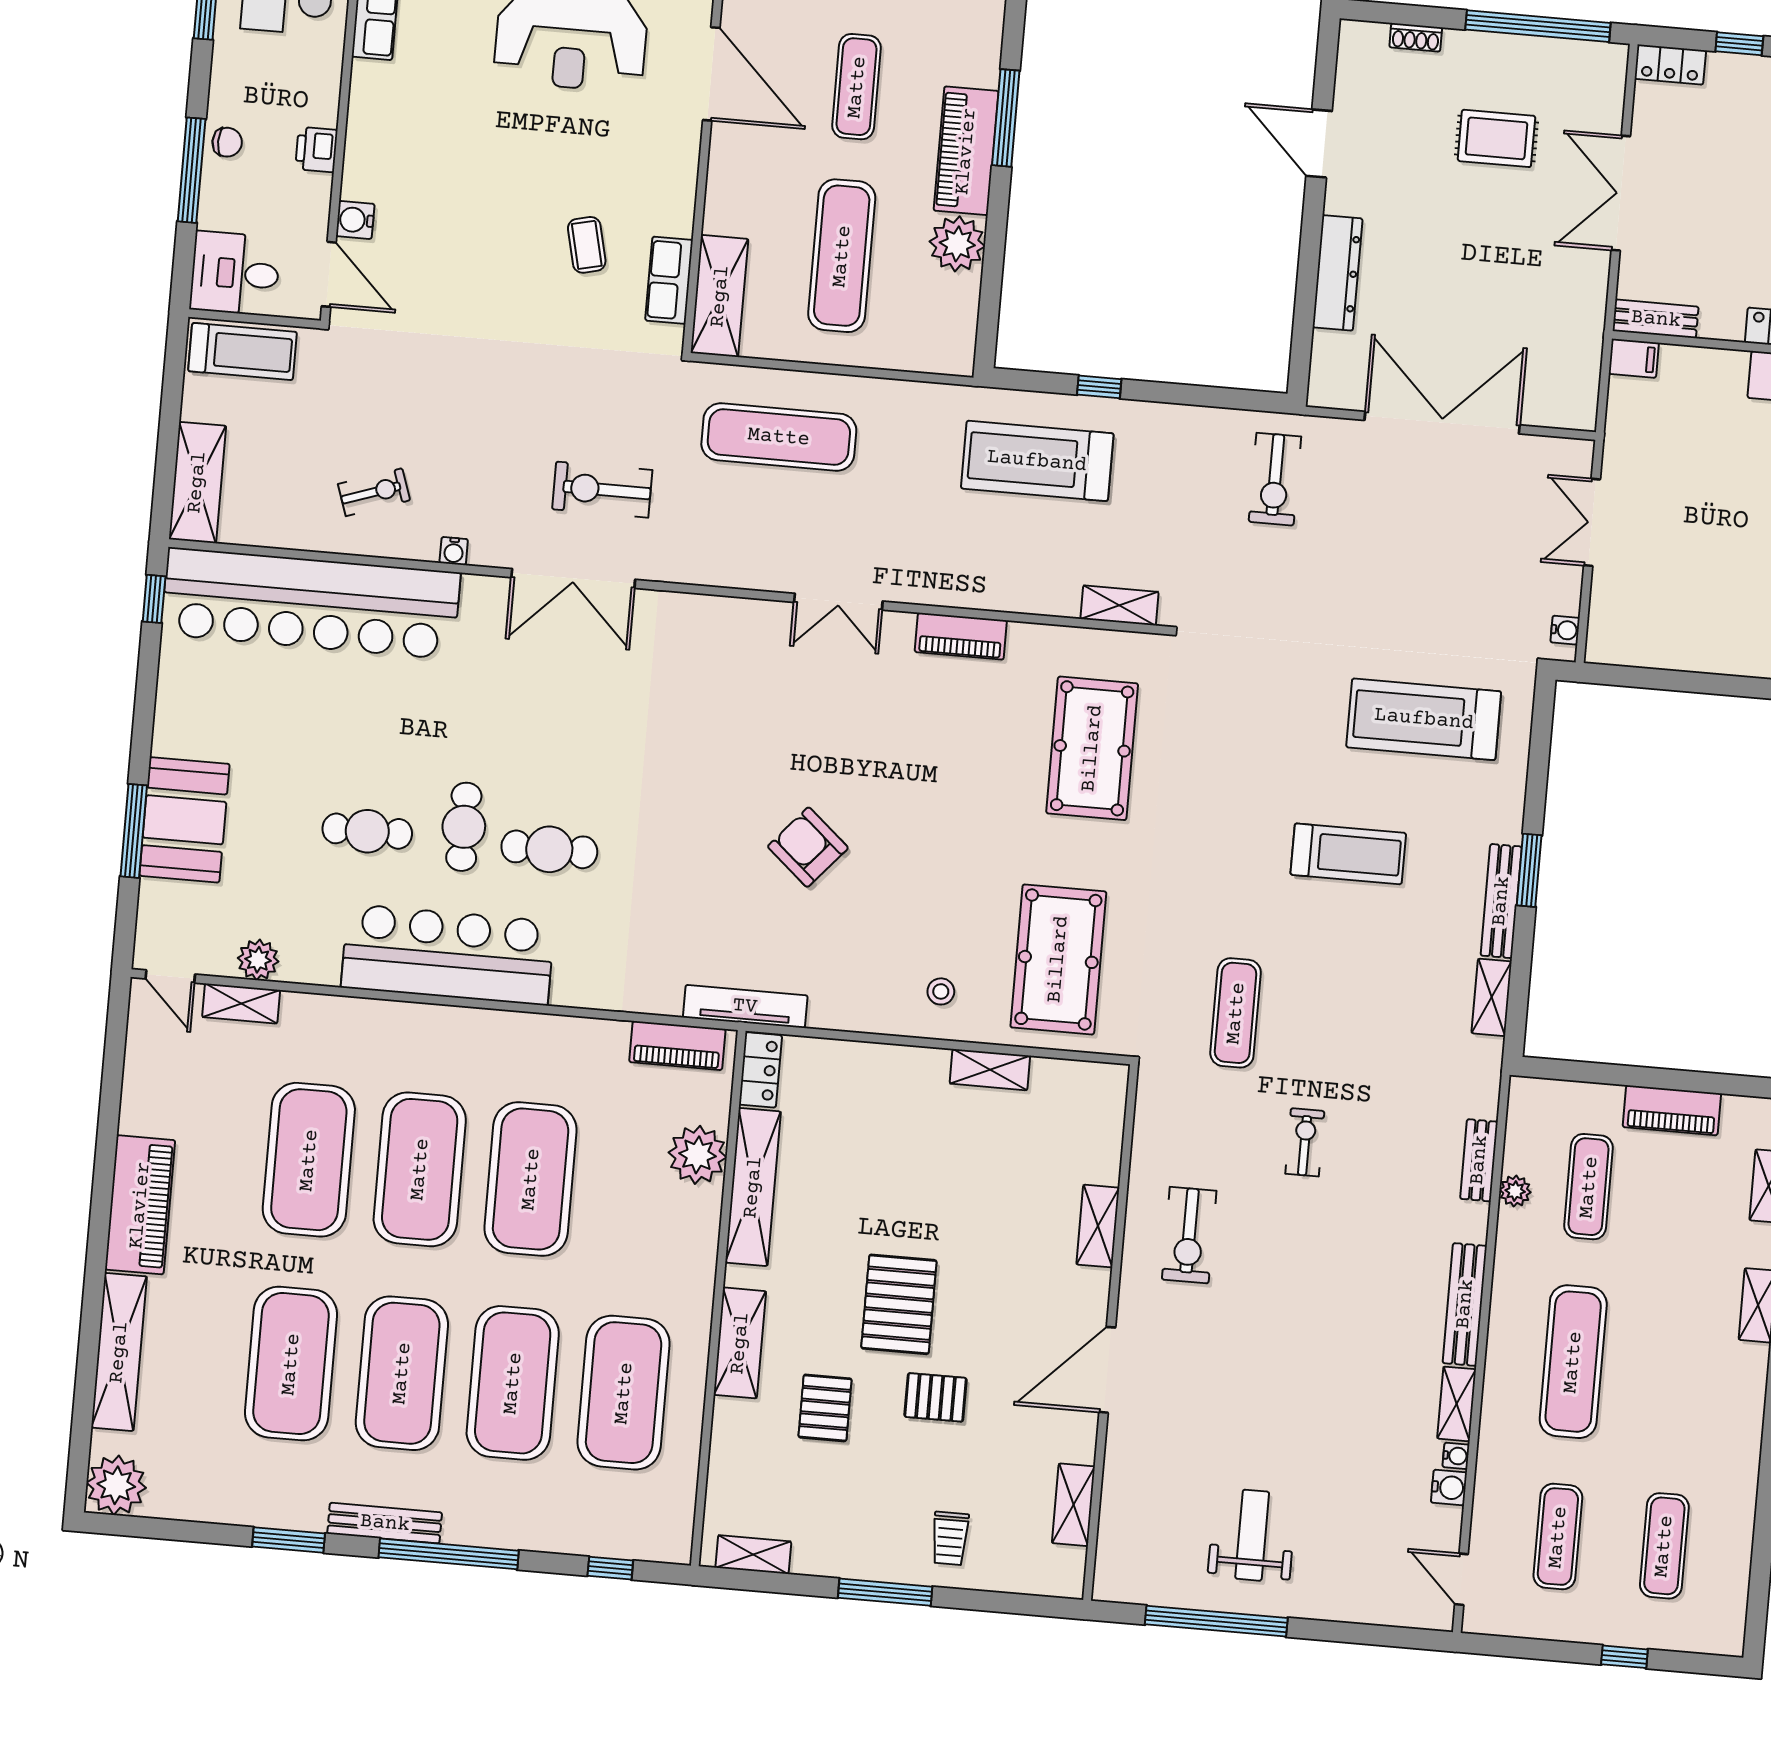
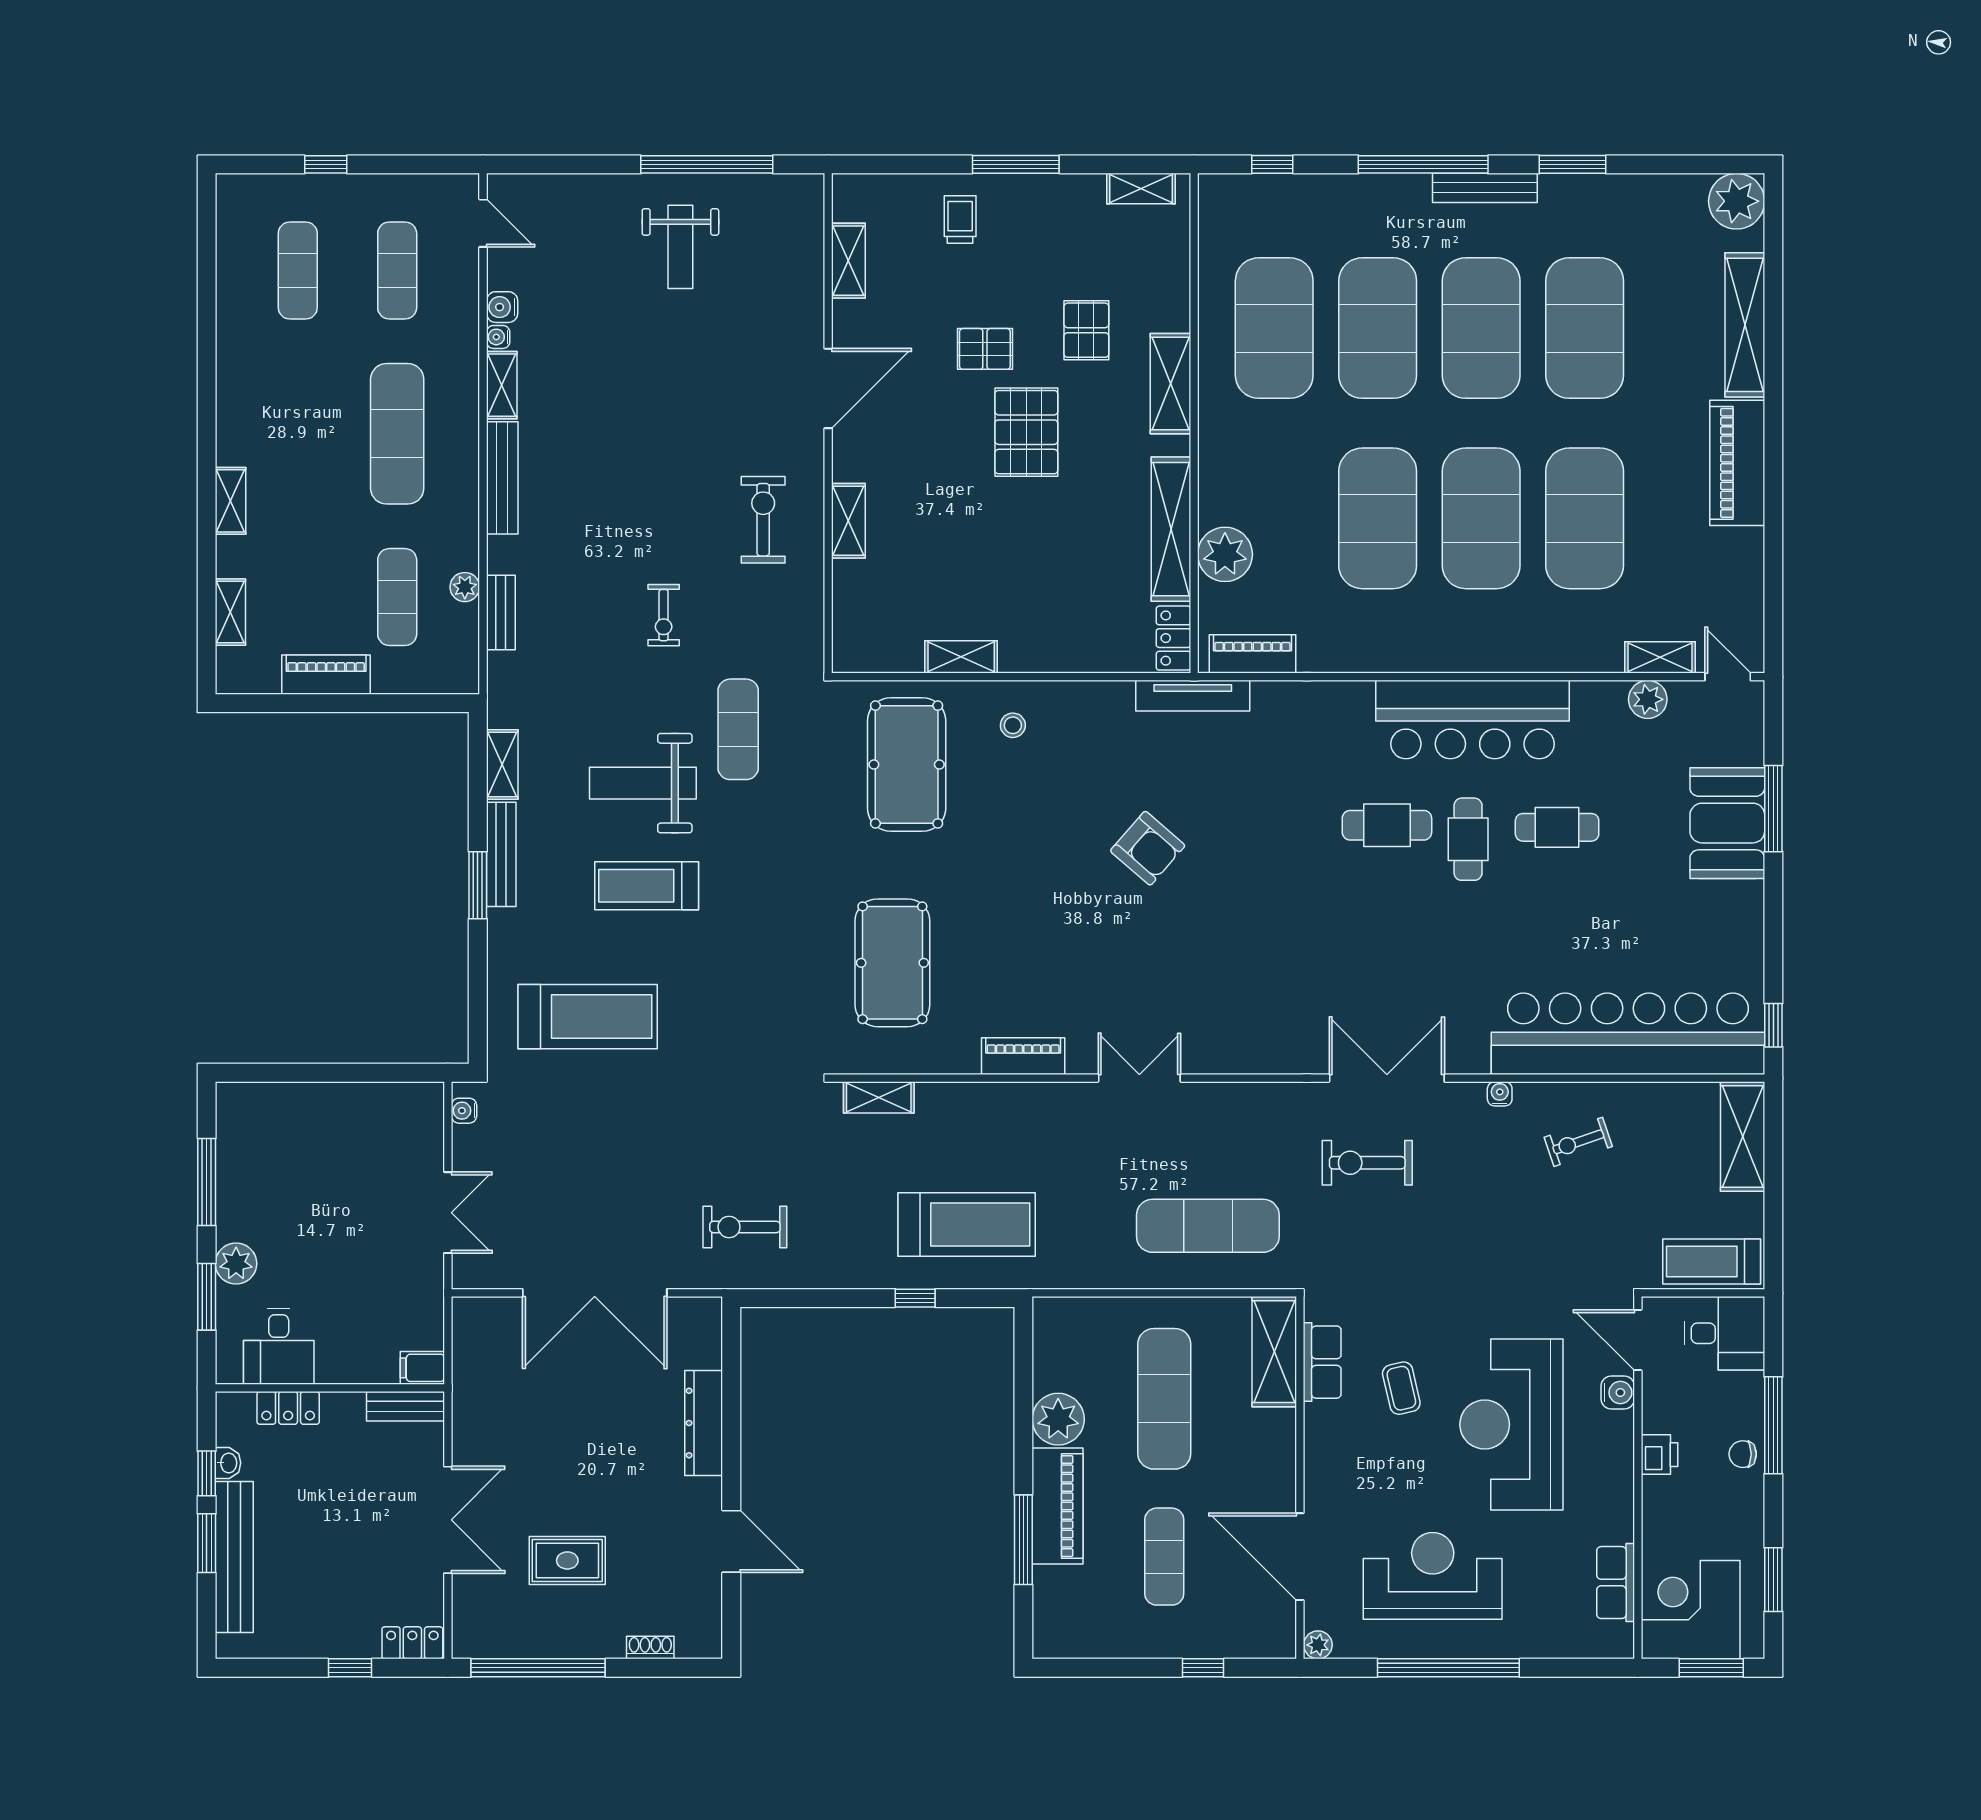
reception desk: (472, 196) -> (1511, 1424), added
exercise bike: (1275, 479) -> (745, 1227), turned -90
exercise bike: (602, 490) -> (1367, 1163), turned 180
weight bench: (1343, 964) -> (643, 783), added

